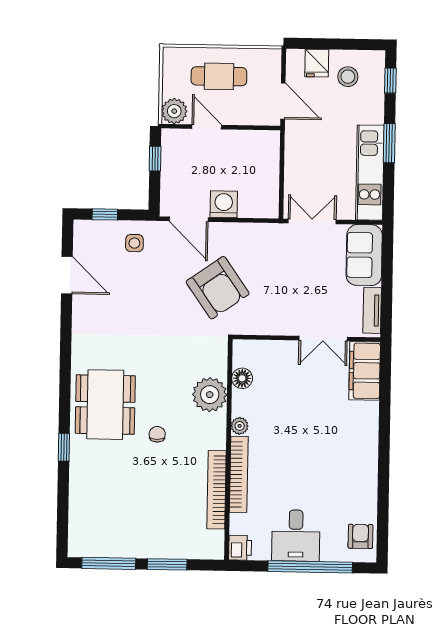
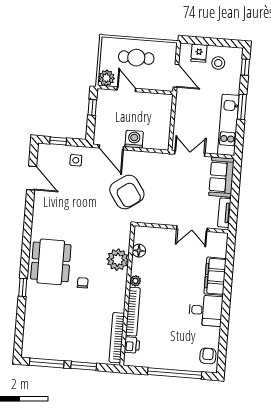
filing cabinet: (365, 371) -> (215, 276), moved
bookcase: (217, 490) -> (117, 338), moved
desk: (296, 536) -> (206, 310), moved, turned -90
printer: (240, 548) -> (132, 345), moved

